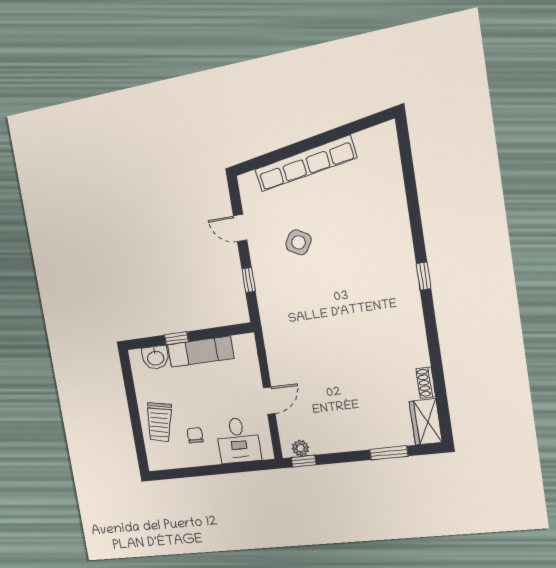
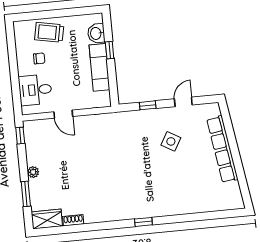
plant: (300, 448) -> (33, 172), moved

